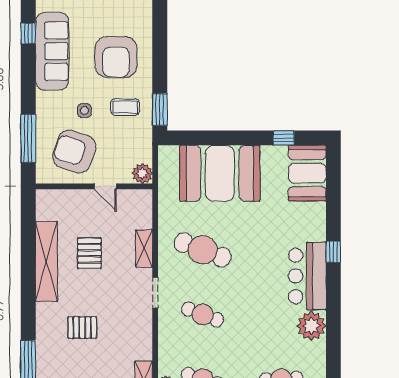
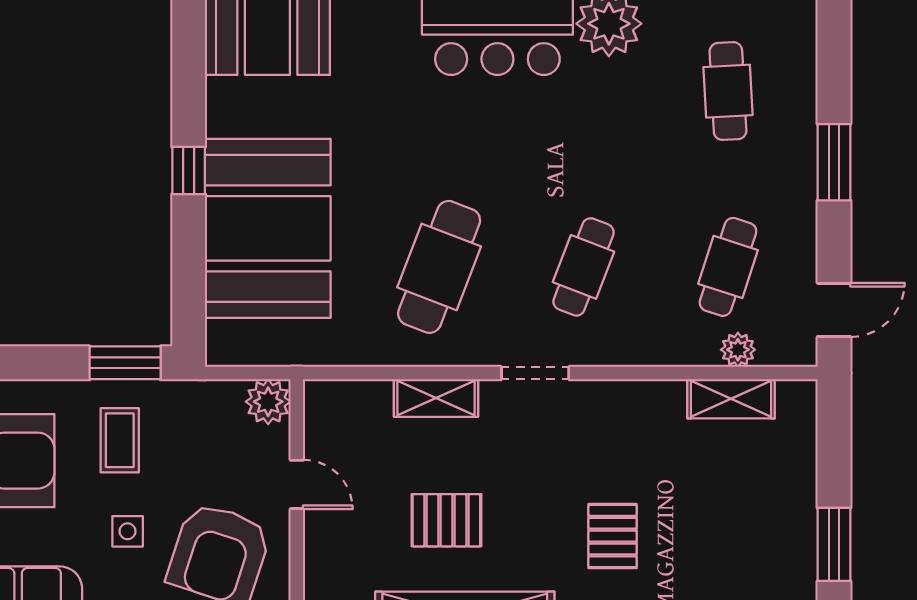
window: (284, 138) -> (189, 171), moved
door: (105, 186) -> (297, 484), hinge flipped

